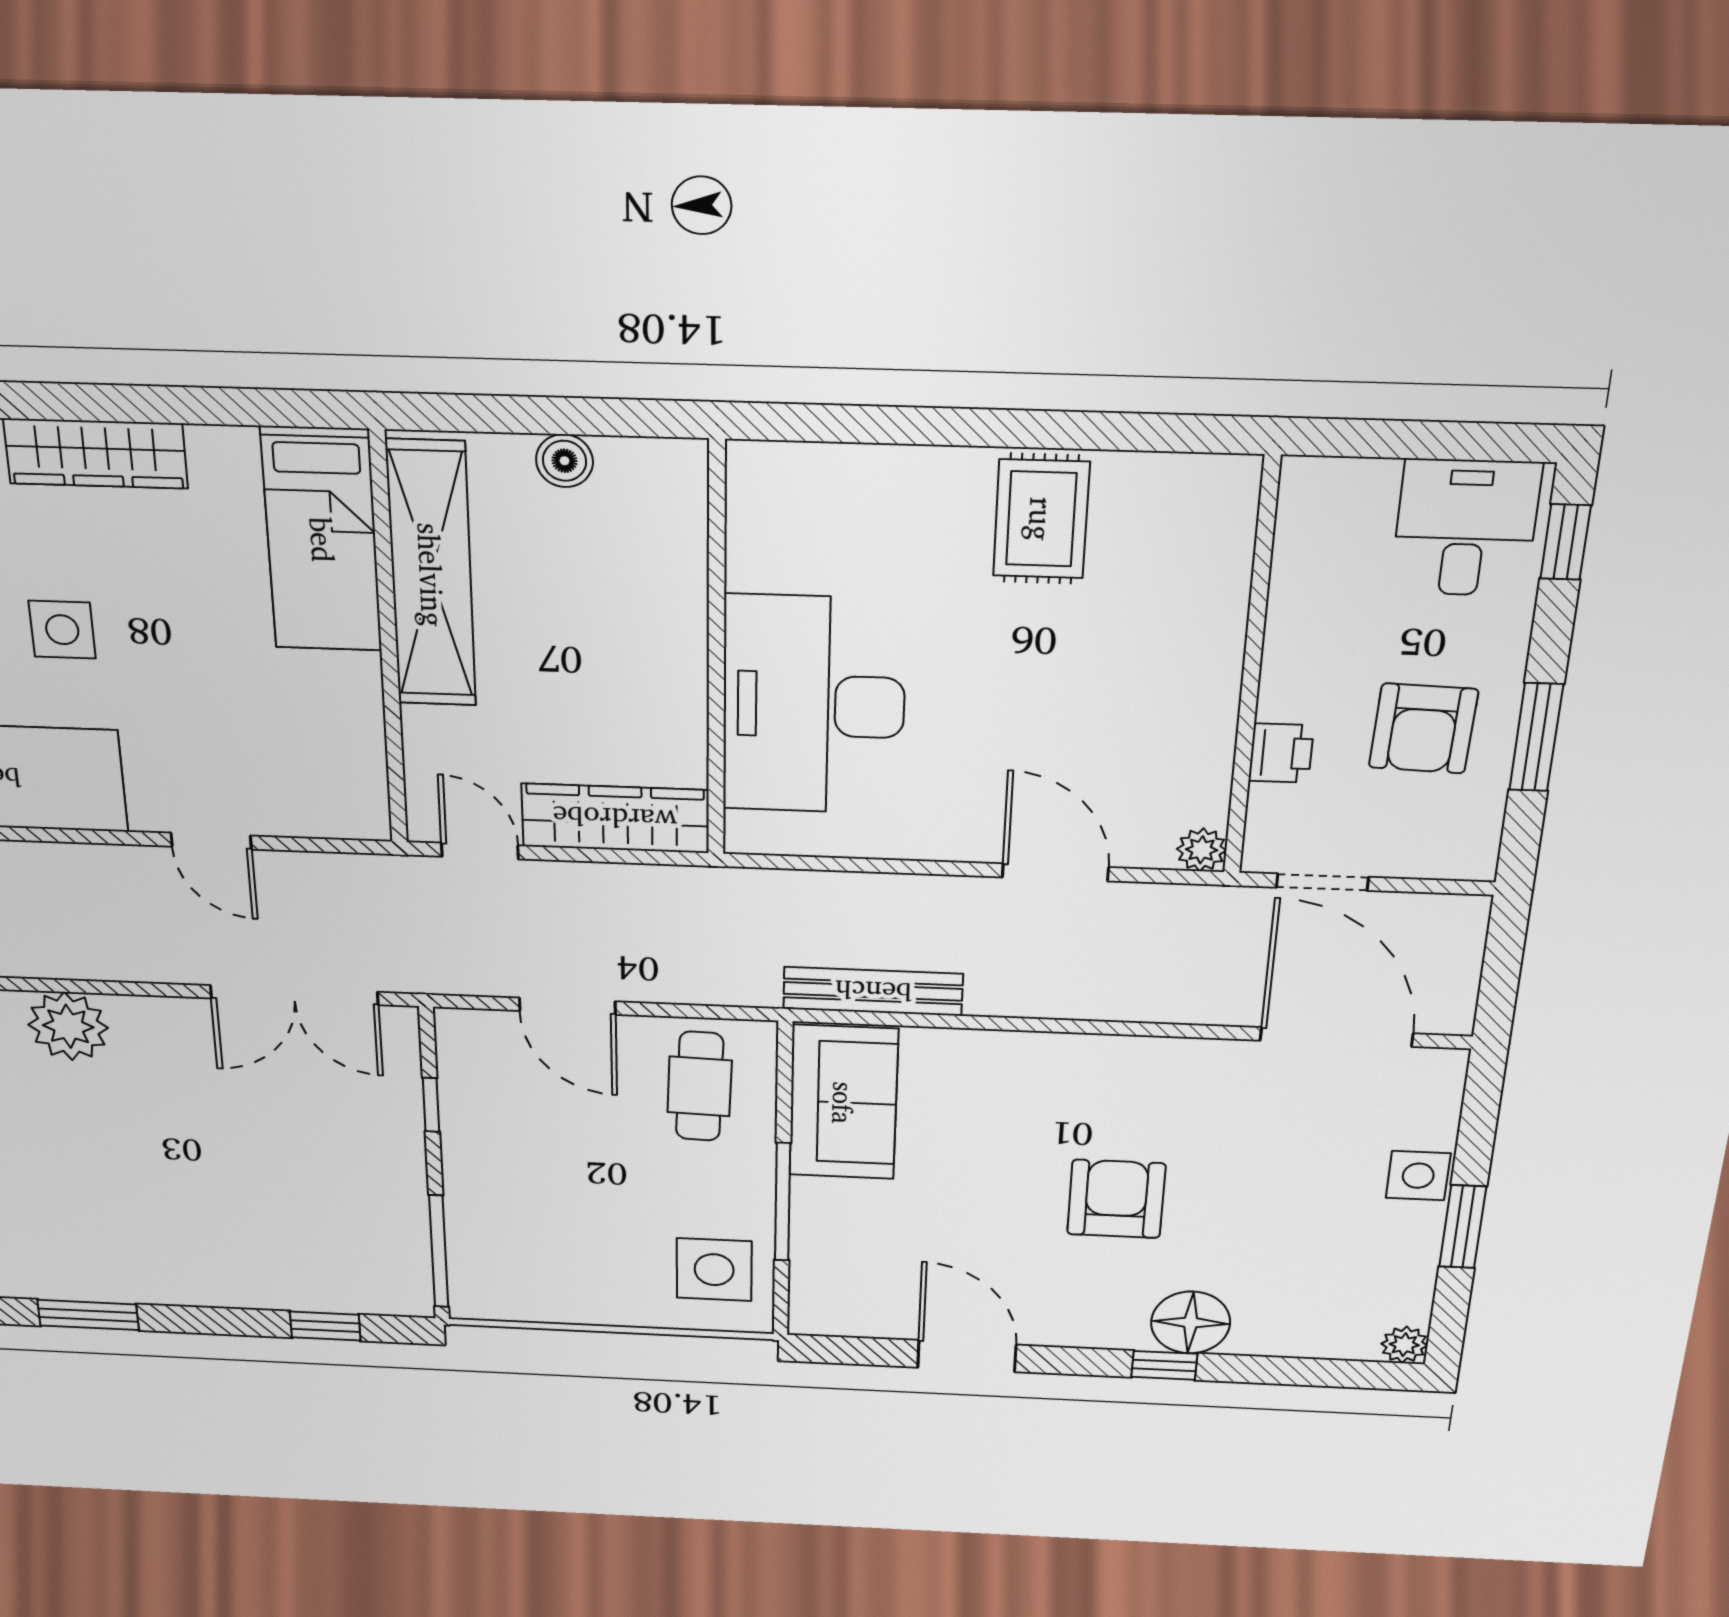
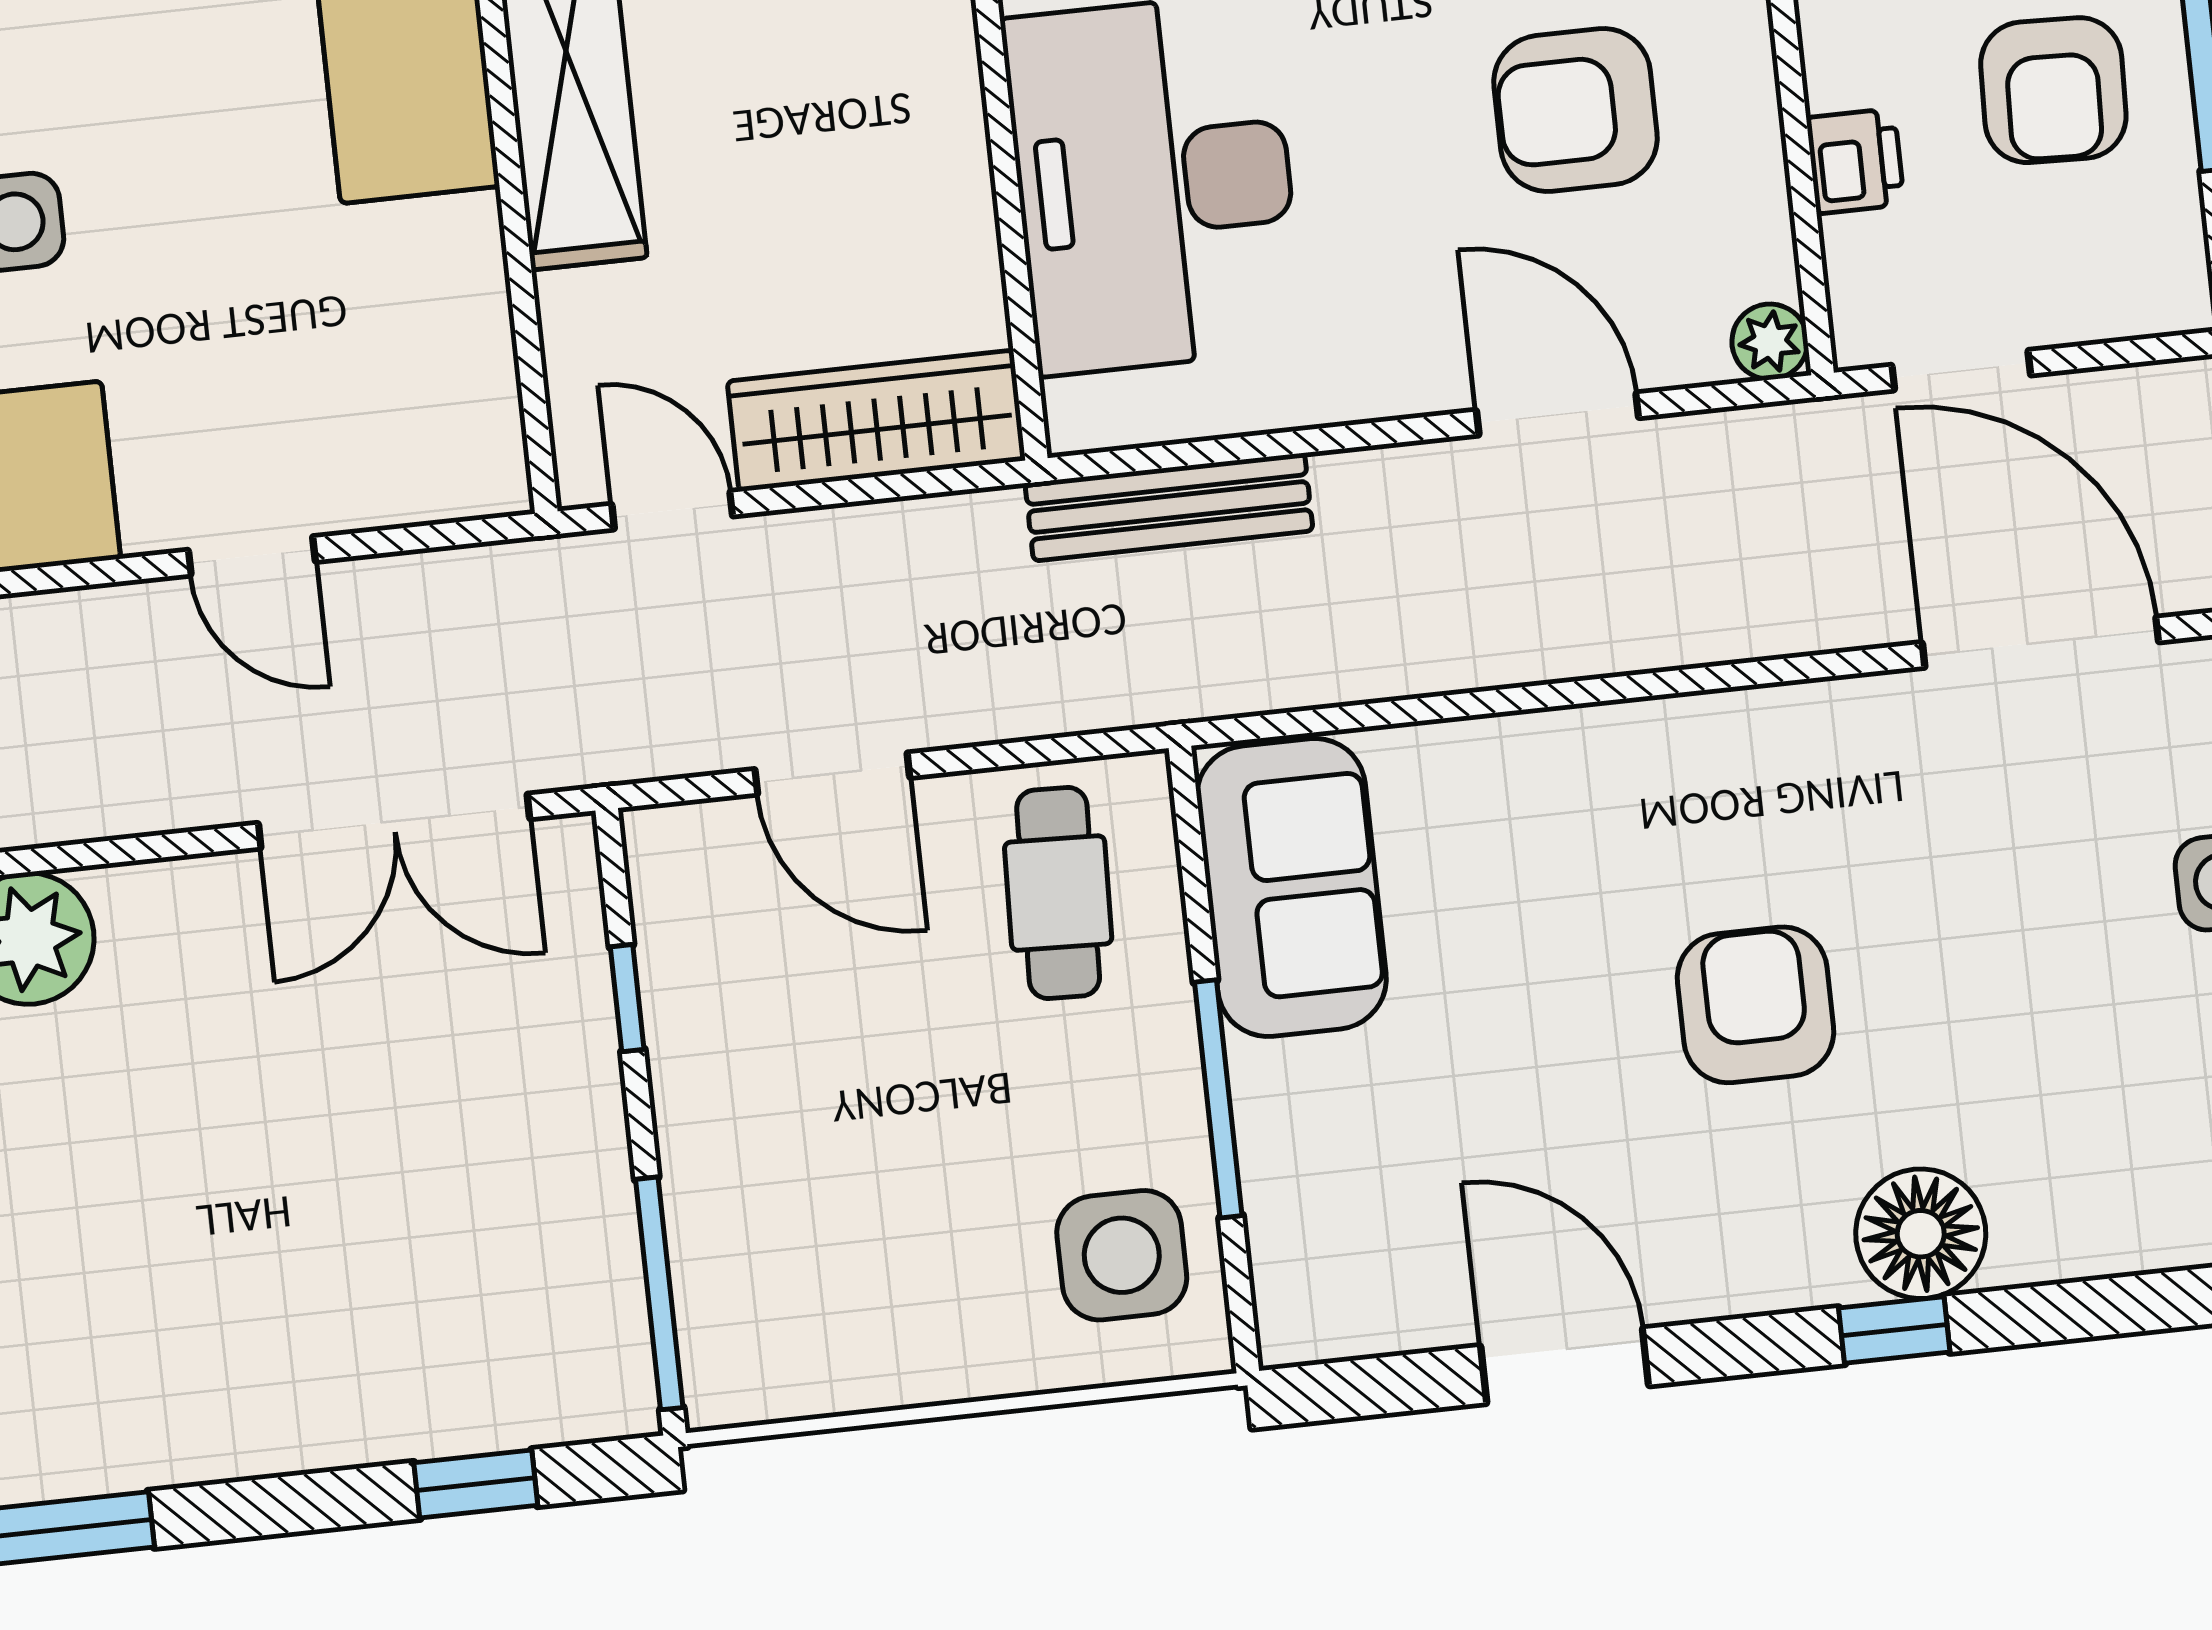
armchair: (1101, 699) -> (1576, 110), added
bench: (873, 991) -> (1169, 507), moved

